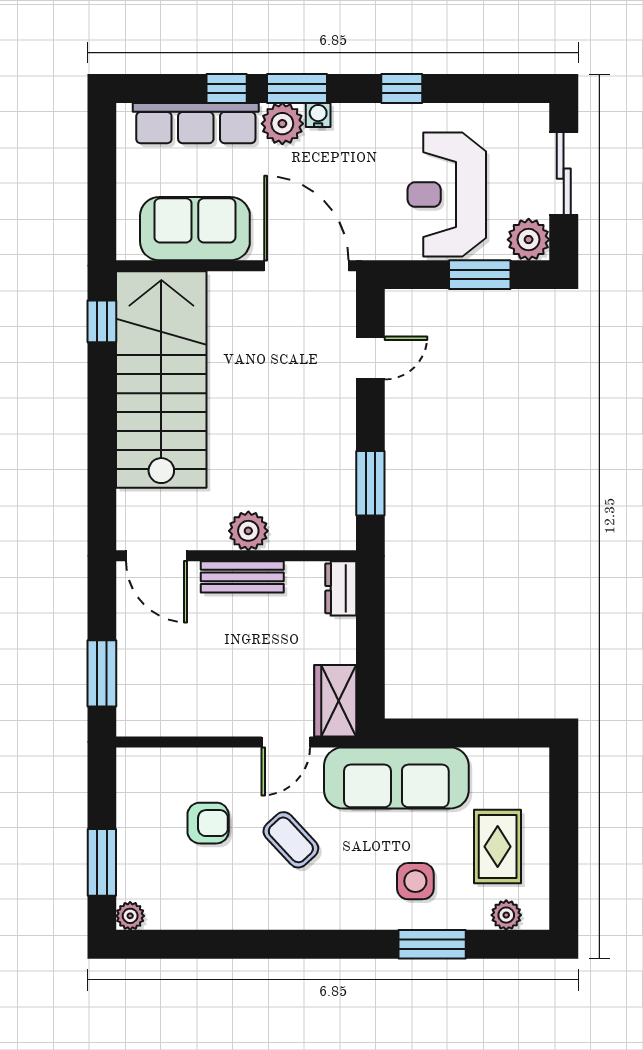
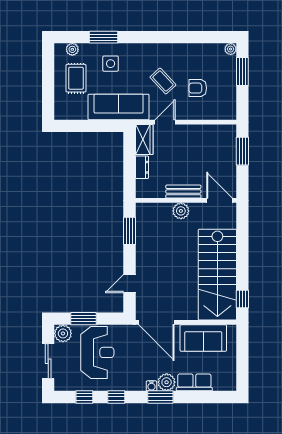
window: (227, 88) -> (84, 397), moved
row of seats: (196, 123) -> (194, 382), width x0.68
dresser: (341, 588) -> (142, 167), moved

